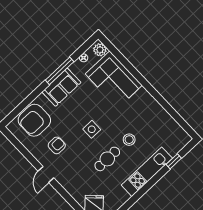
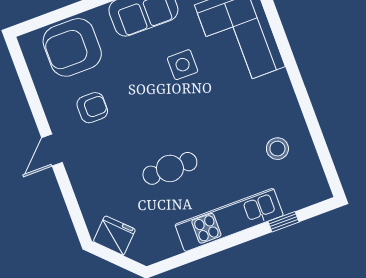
side table: (92, 129) -> (183, 65), moved
stool: (129, 140) -> (277, 149), moved

